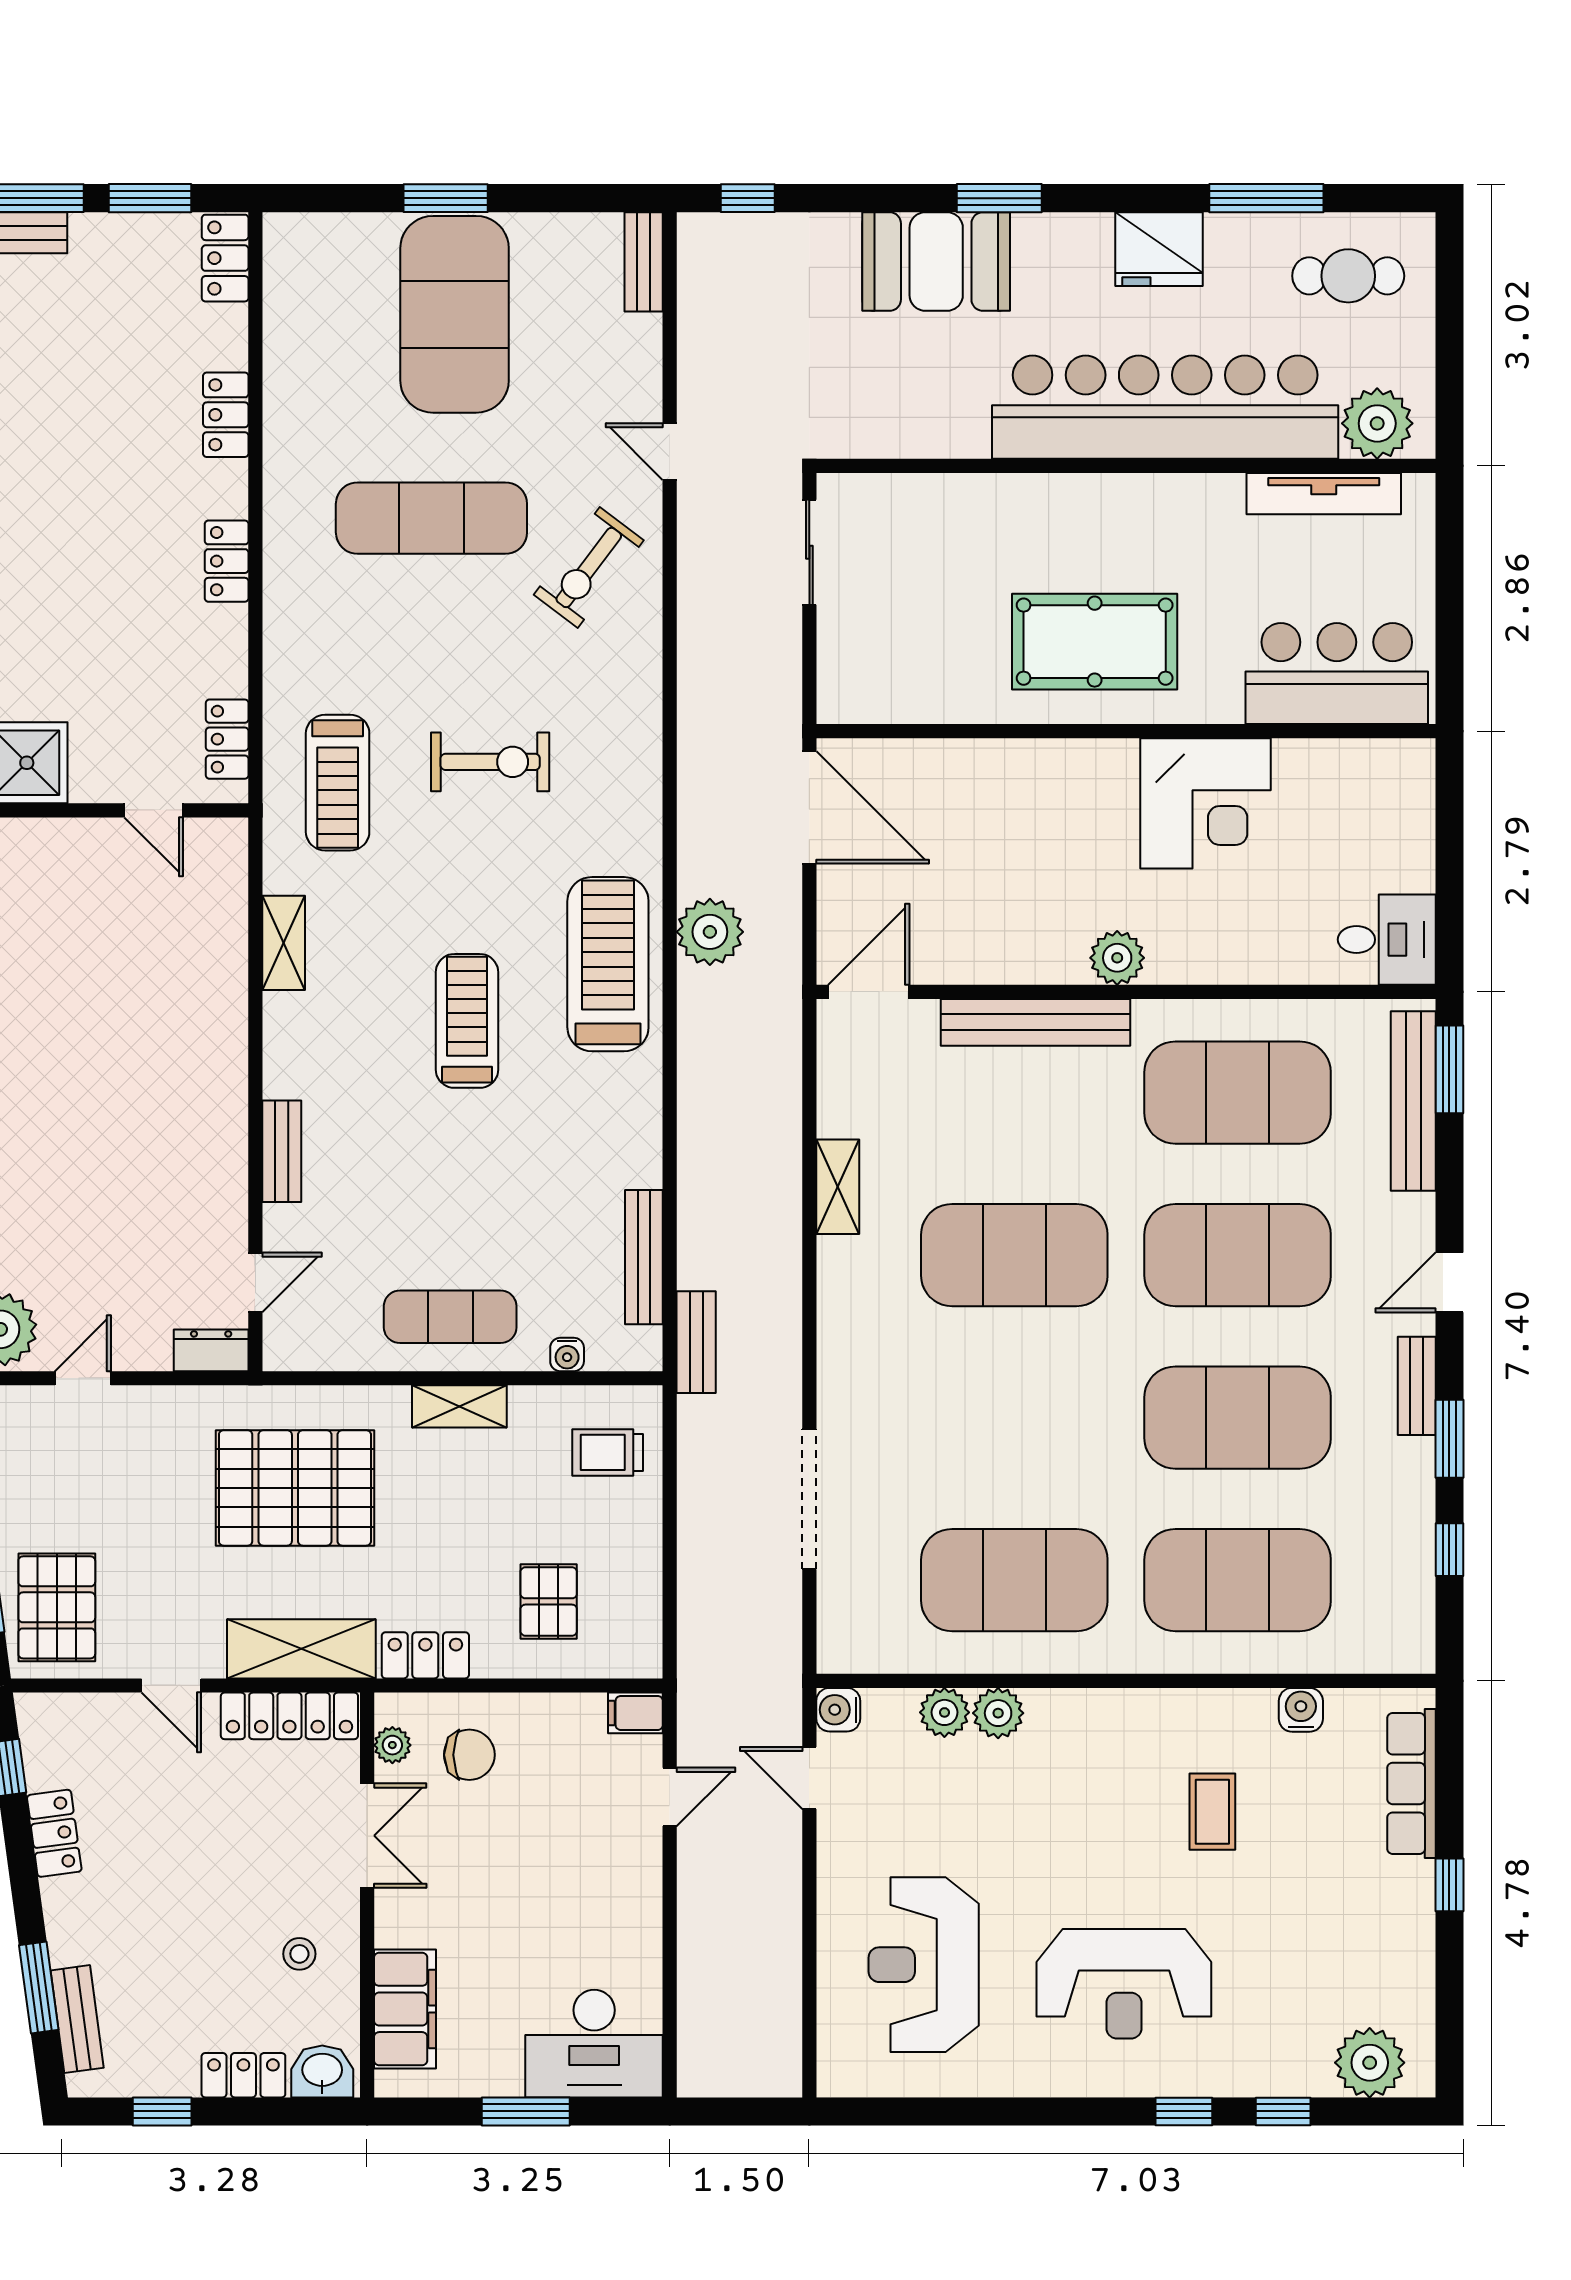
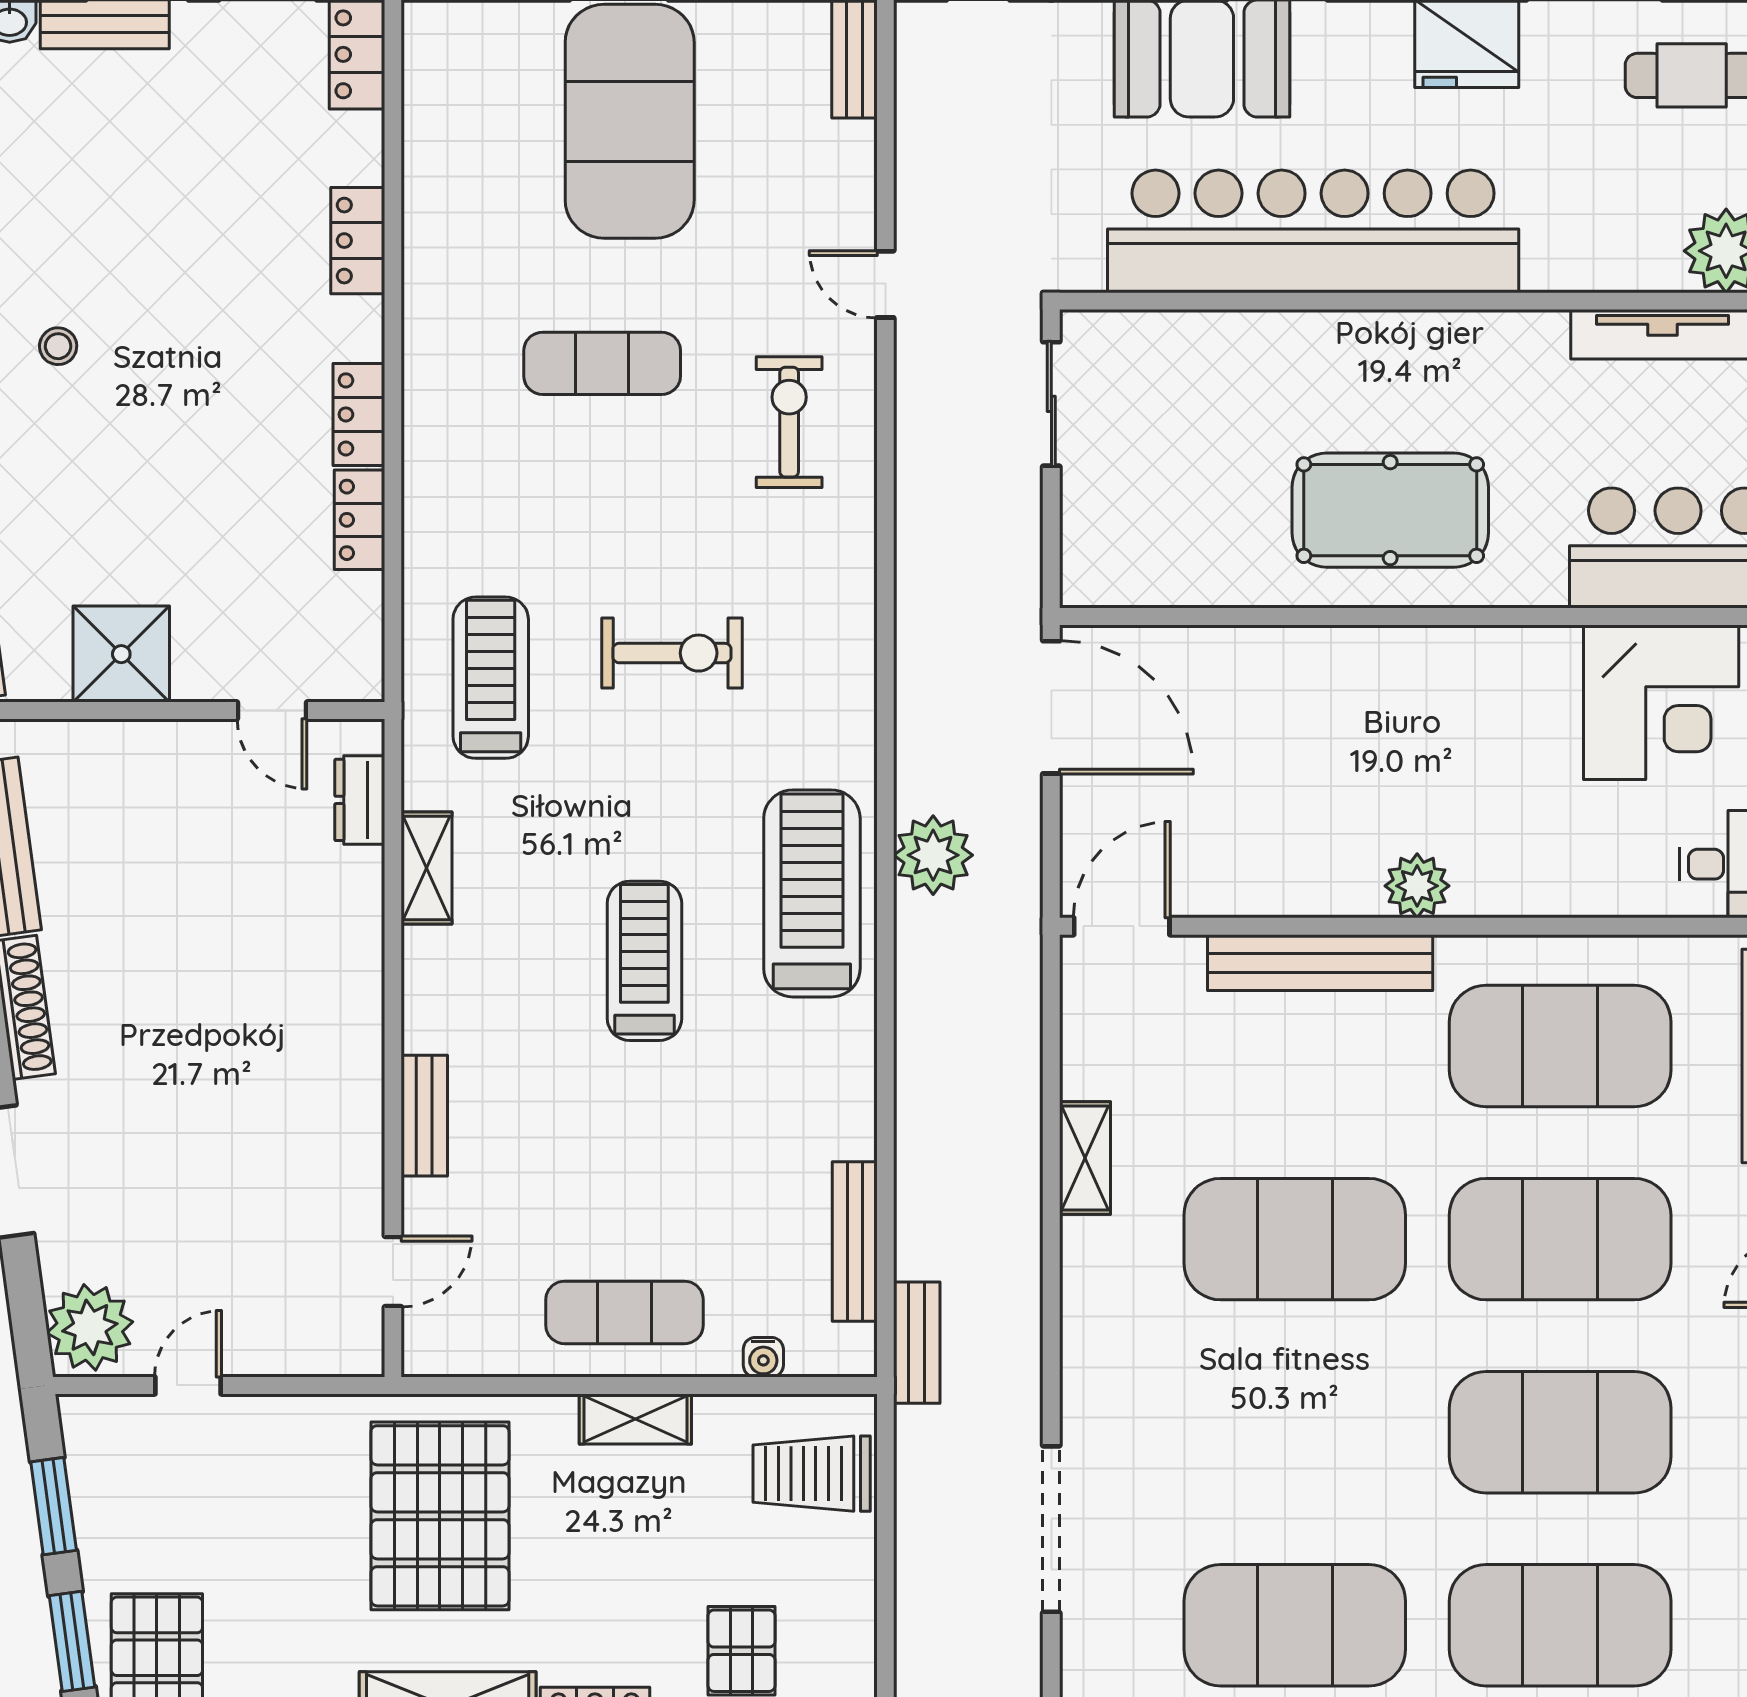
bar counter: (1165, 407) -> (1313, 231), moved
exercise mat: (431, 518) -> (602, 363), width x0.73, depth x0.69
exercise bike: (589, 568) -> (789, 422), turned 143
locker: (227, 739) -> (359, 520), moved
treadmill: (338, 783) -> (491, 678), turned 180
corner desk: (1205, 803) -> (1661, 702), moved
dresser: (211, 1350) -> (360, 800), moved, turned -90
trolley: (608, 1452) -> (812, 1474), width x1.36, depth x1.39
pallet: (295, 1488) -> (440, 1516), turned 90

